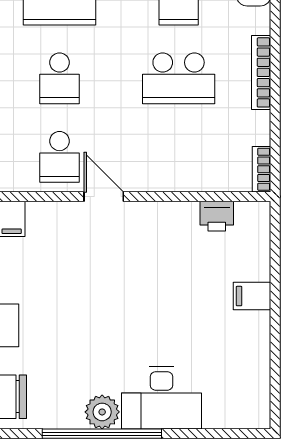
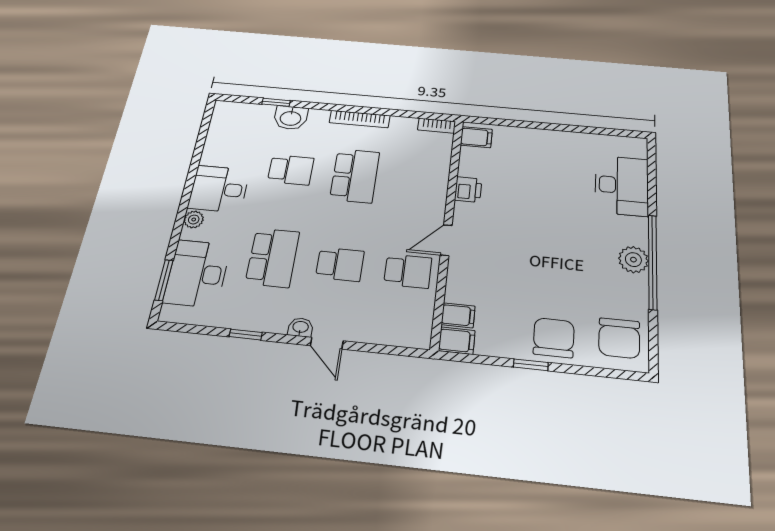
printer: (217, 216) -> (468, 190), moved
filing cabinet: (252, 296) -> (476, 137), moved, turned -90
desk: (161, 398) -> (622, 185), moved

